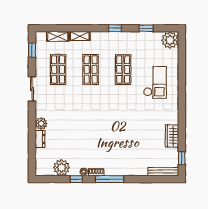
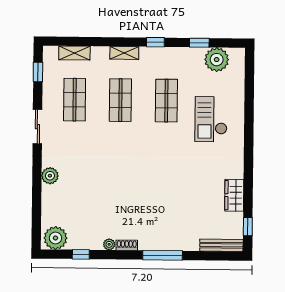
shelving: (80, 36) -> (124, 53), moved
plant: (170, 40) -> (217, 60), moved
checkout: (155, 82) -> (211, 119), turned 180
dresser: (40, 139) -> (48, 197), removed
plant: (61, 168) -> (55, 238), moved
window: (76, 179) -> (81, 254), moved
window: (110, 179) -> (163, 255), moved

